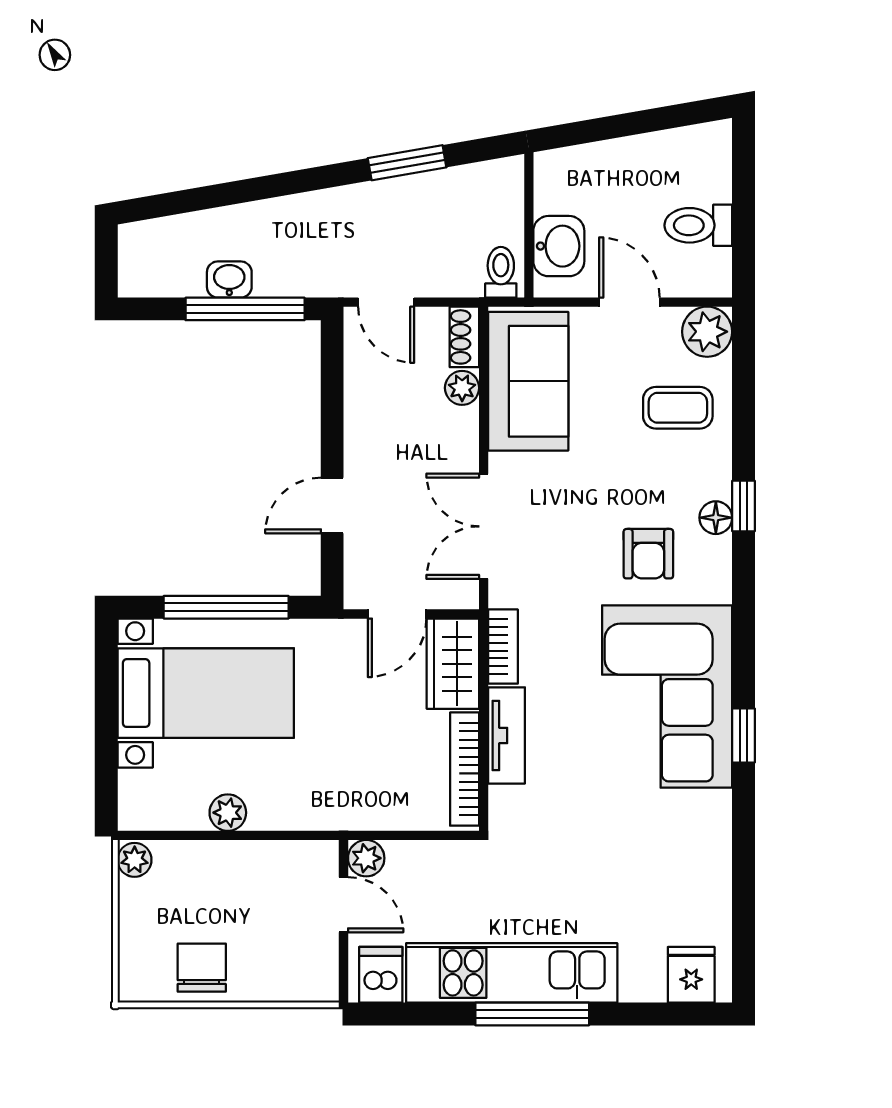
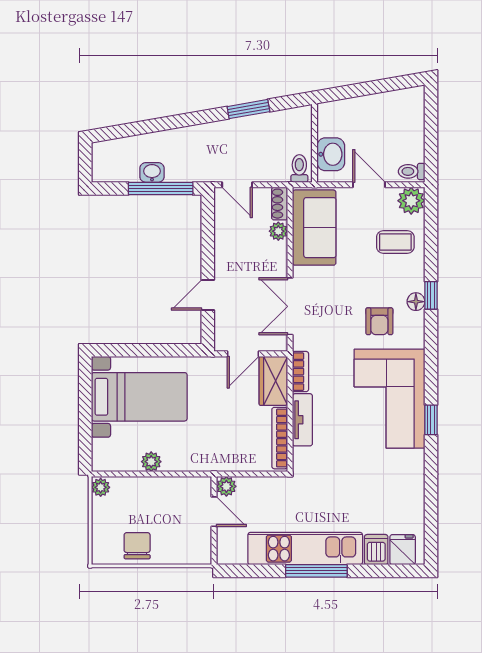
toilet: (698, 225) -> (412, 171), moved, width x0.73, depth x0.72
window: (226, 607) -> (150, 350), removed
dishwasher: (381, 975) -> (376, 550), moved

